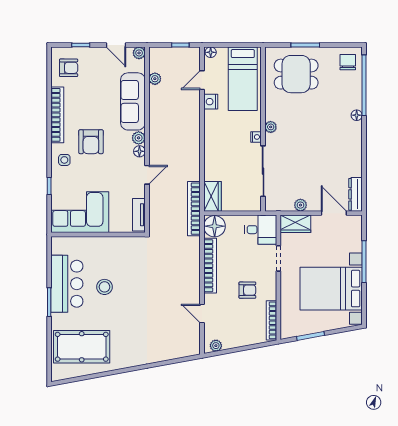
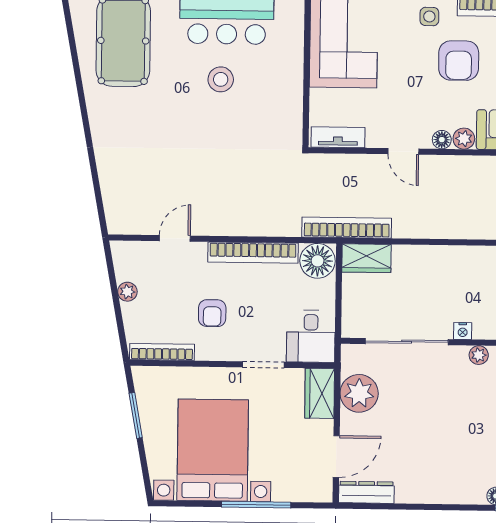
armchair: (91, 142) -> (459, 61), turned -90
plant: (300, 205) -> (359, 393), width x1.88, depth x1.88
plant: (216, 346) -> (127, 292), moved

